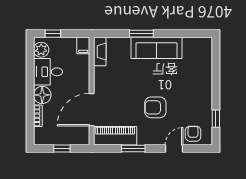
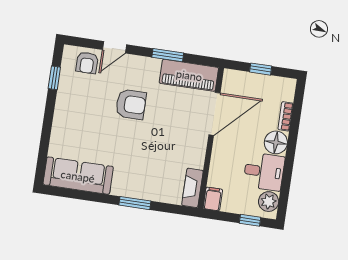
sofa: (157, 48) -> (78, 176), moved

